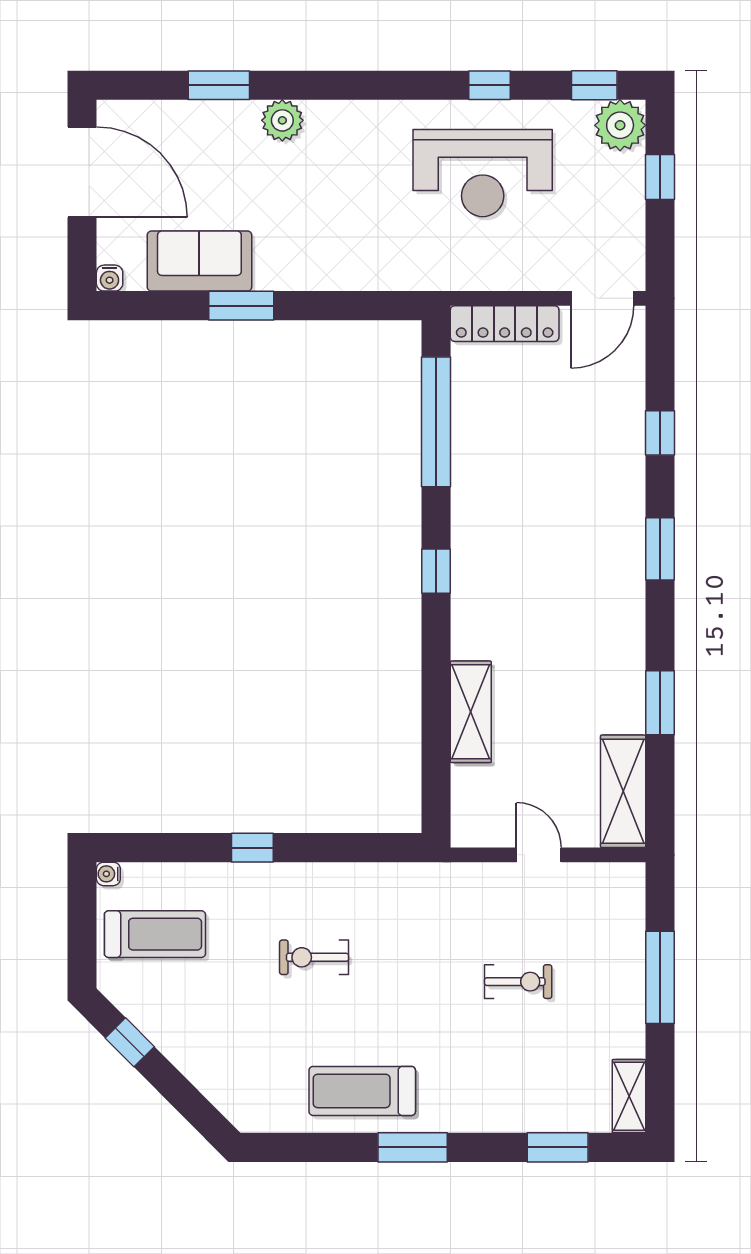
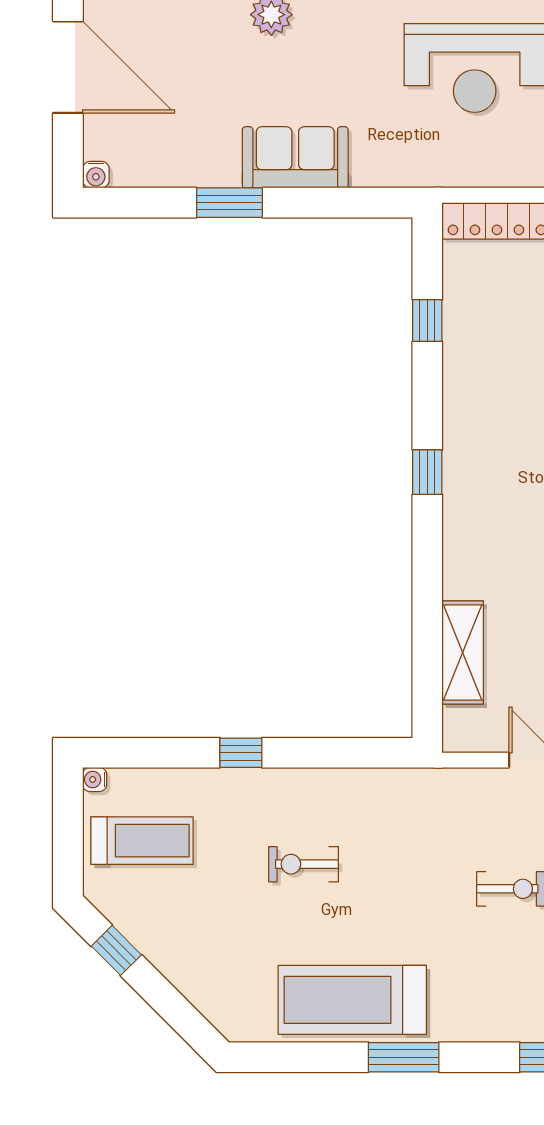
sofa: (199, 261) -> (295, 157), moved
window: (436, 422) -> (427, 321), width x0.32
shelving: (471, 712) -> (463, 653), moved
treadmill: (362, 1091) -> (352, 1000), width x1.37, depth x1.38

